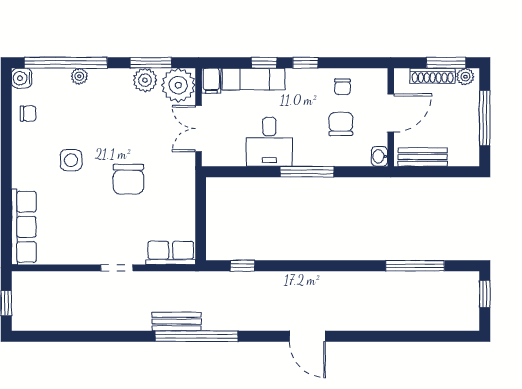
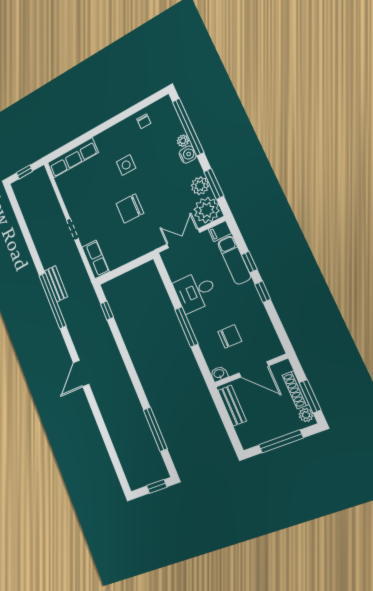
water cooler: (22, 78) -> (188, 155), moved, turned 90
chair: (342, 87) -> (257, 326), removed

